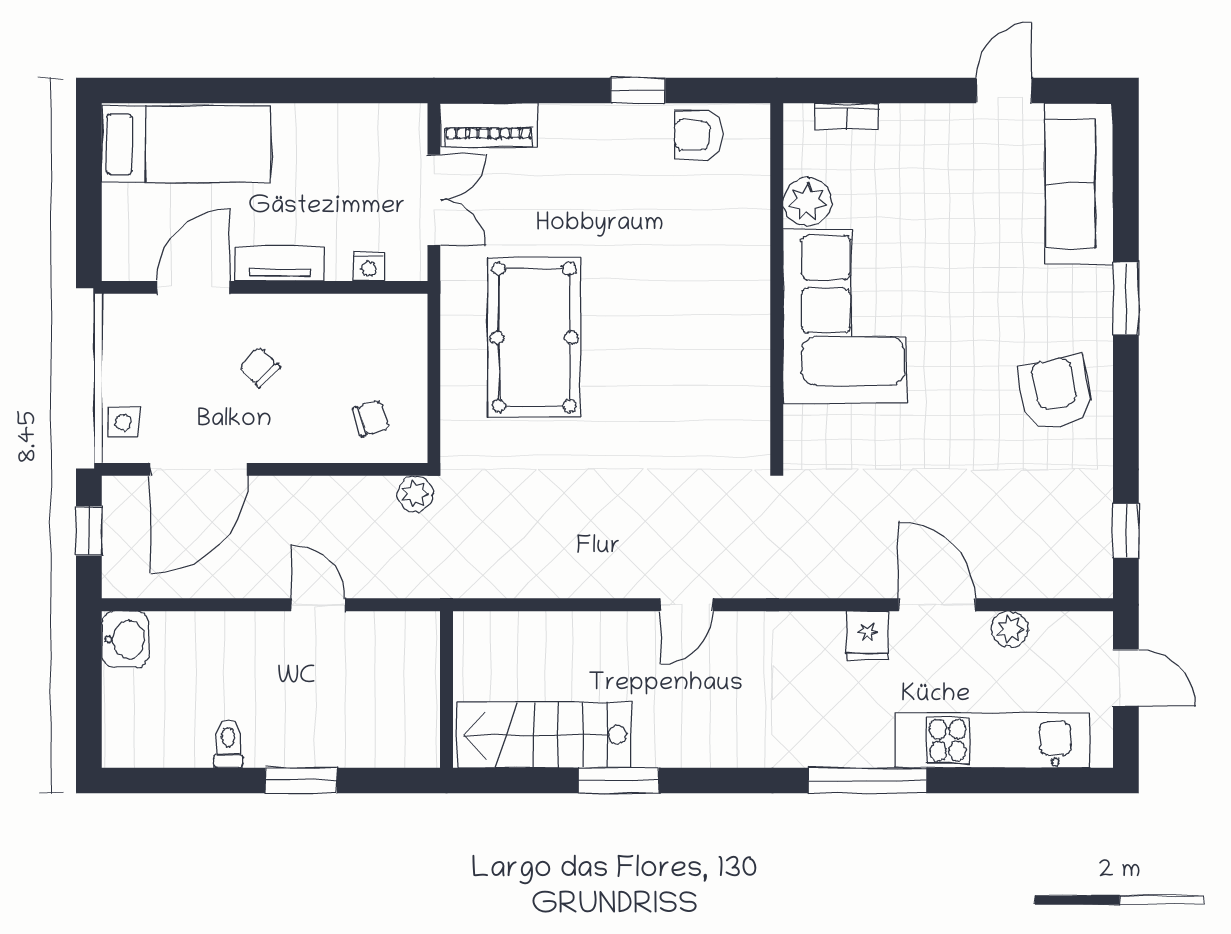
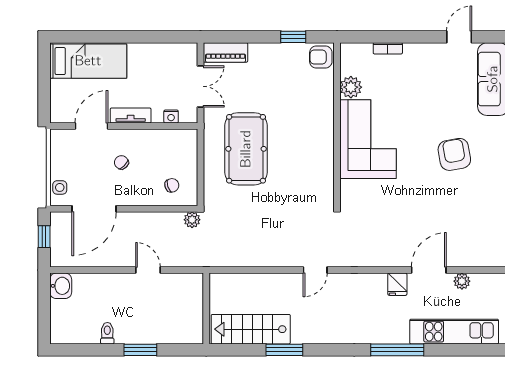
plant: (807, 202) -> (351, 87), moved
wall: (777, 283) -> (337, 124), moved
corner sofa: (845, 316) -> (368, 139), moved
armchair: (1056, 393) -> (454, 154), moved
door: (937, 605) -> (429, 270), hinge flipped

